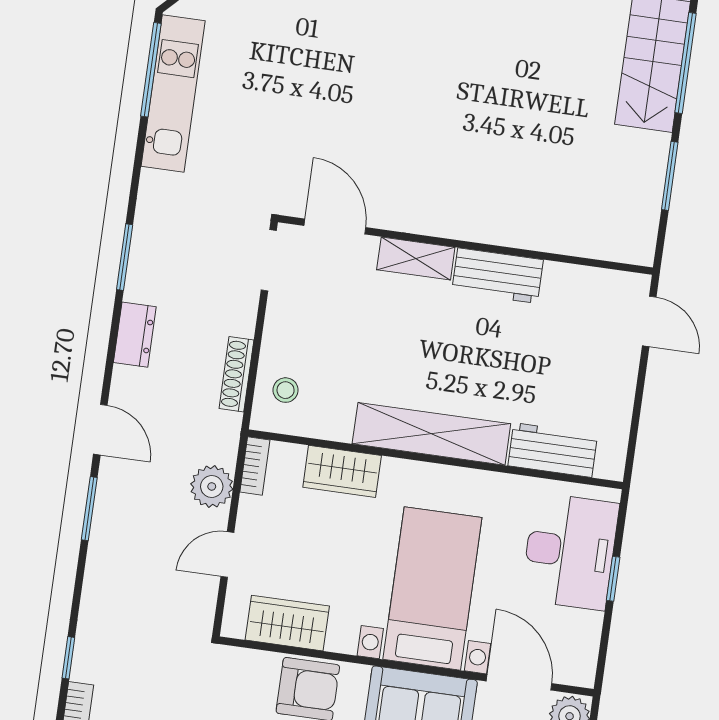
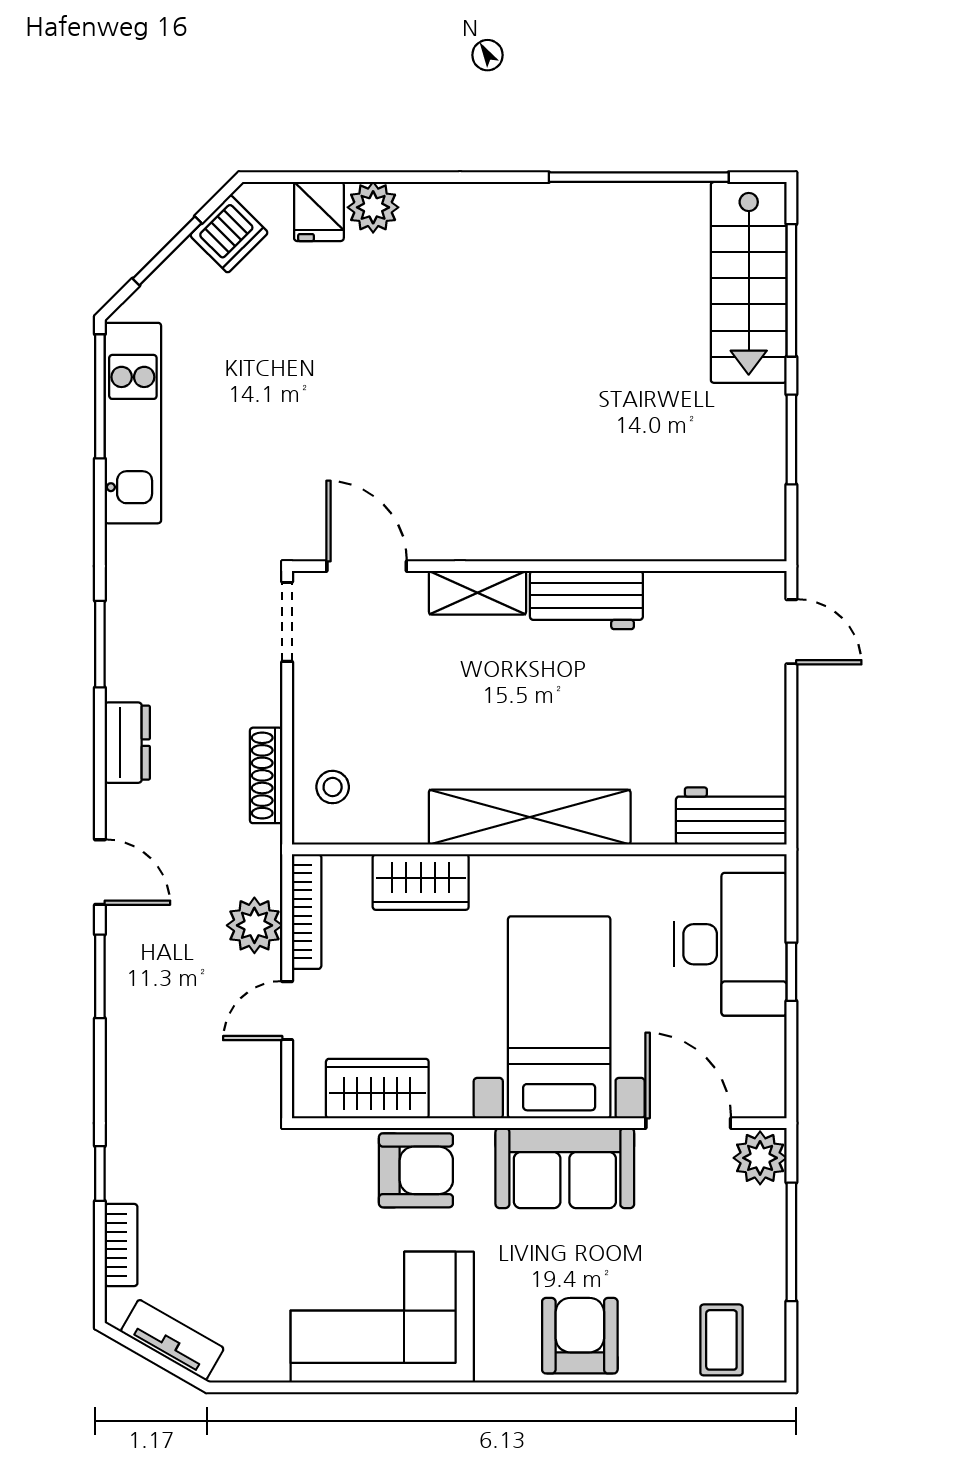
workbench: (553, 450) -> (731, 816), moved
bookcase: (255, 466) -> (307, 912), width x1.56

